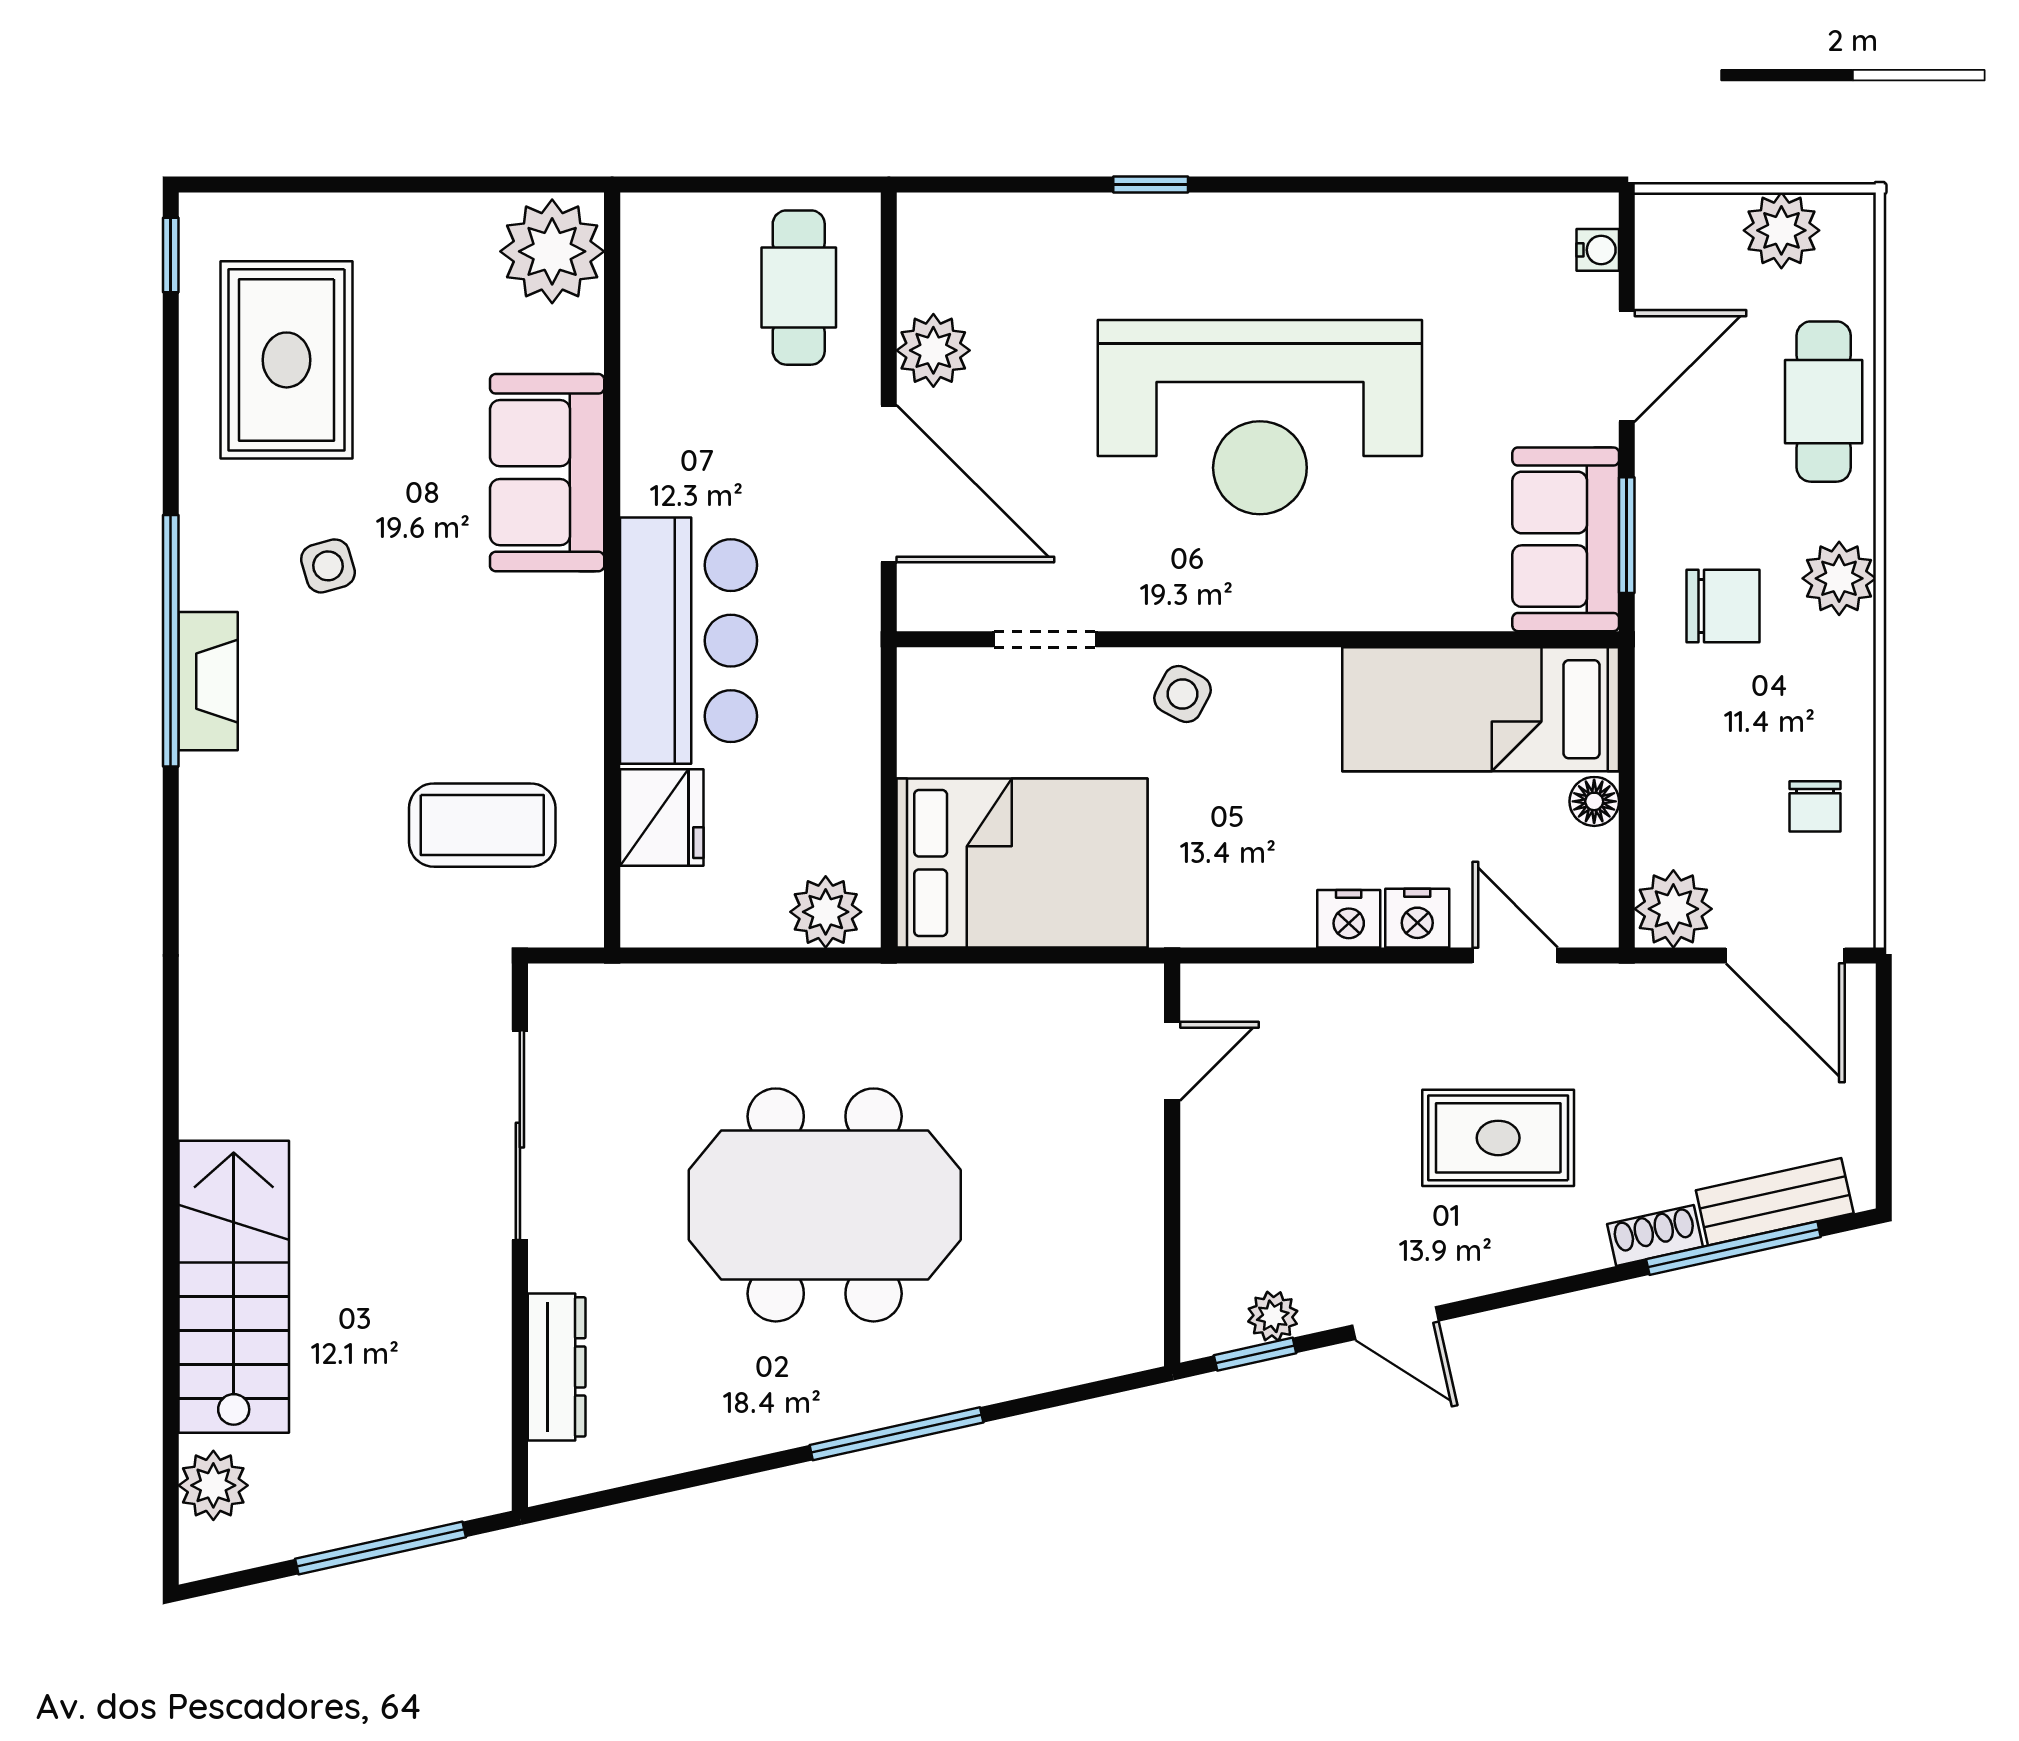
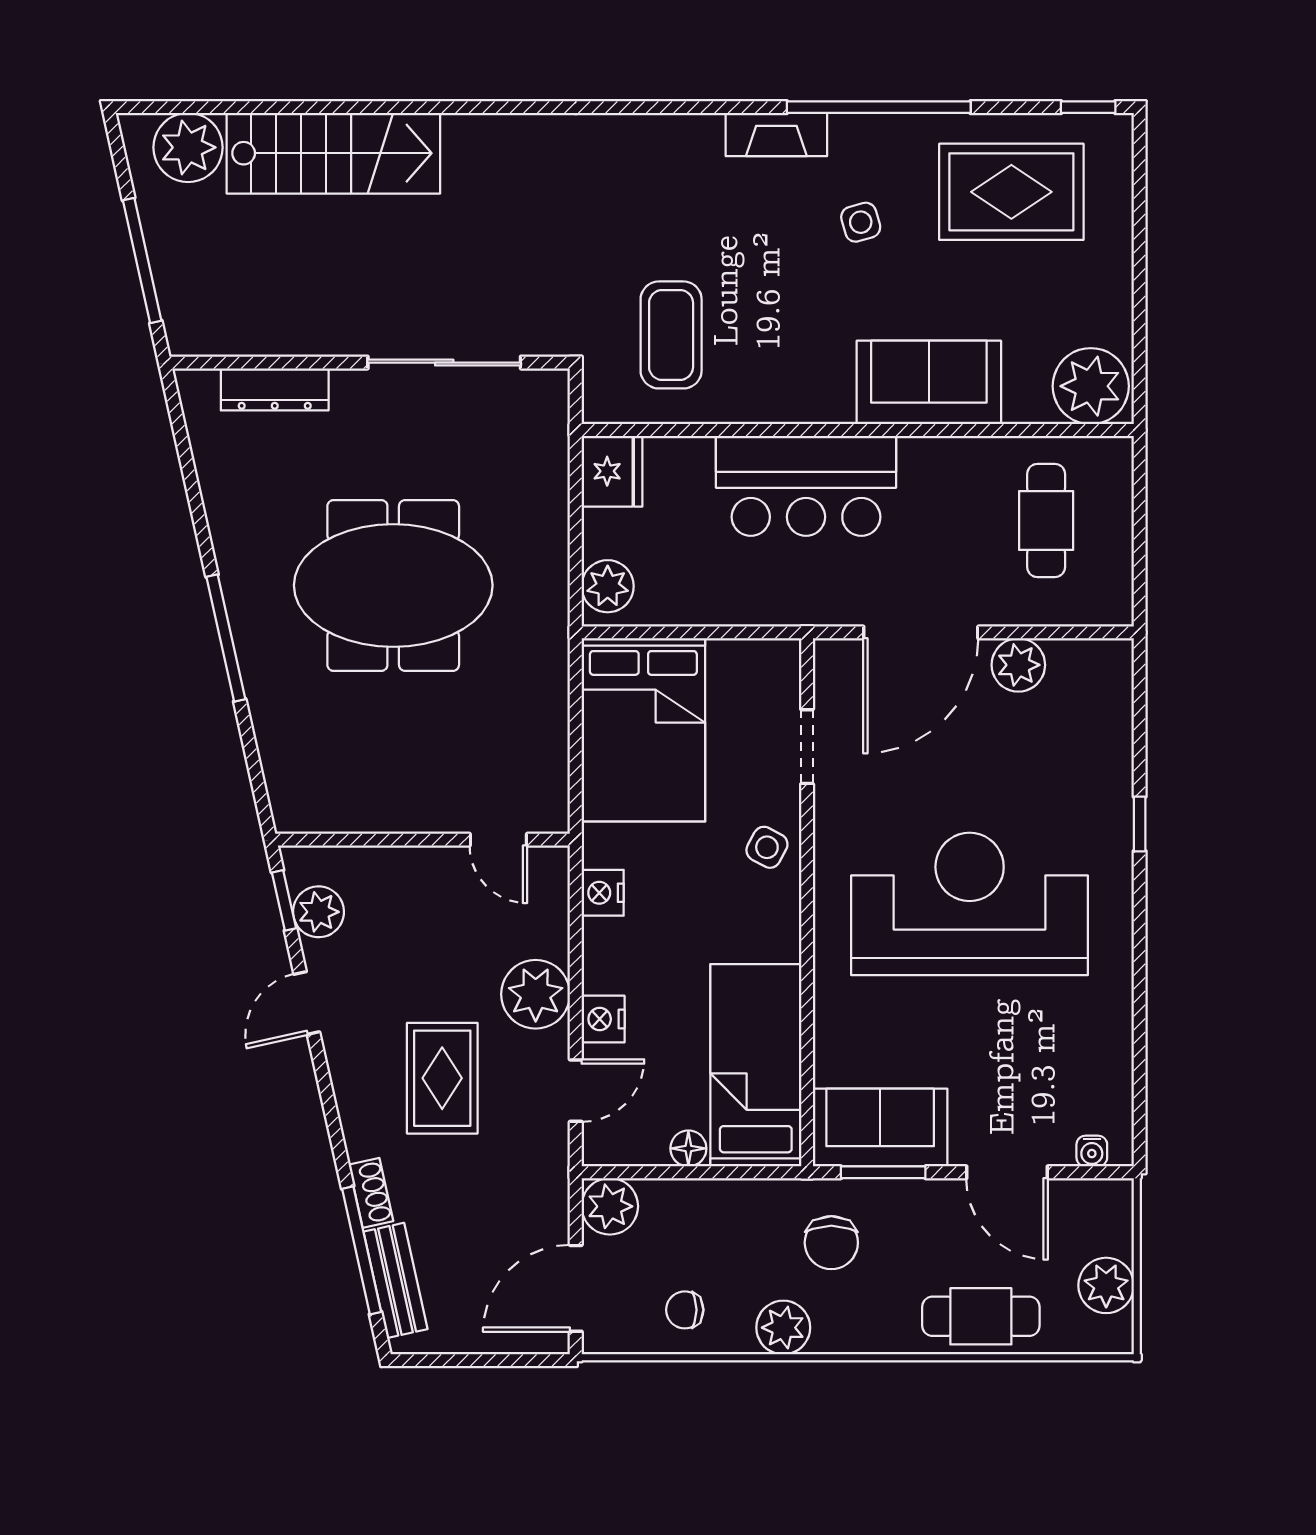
cafe table: (799, 288) -> (1046, 521), moved, turned 90
reception desk: (1260, 417) -> (970, 904), turned 90
plant: (1839, 578) -> (783, 1328), moved
window: (171, 641) -> (879, 107), moved
fridge: (662, 817) -> (612, 471), moved, turned -90
nightstand: (1349, 919) -> (603, 893), moved
plant: (1383, 1010) -> (536, 994), added
meeting table: (825, 1205) -> (393, 585), turned 90
plant: (1273, 1316) -> (319, 912), width x1.38, depth x1.38
plant: (213, 1485) -> (188, 147), width x1.36, depth x1.36

